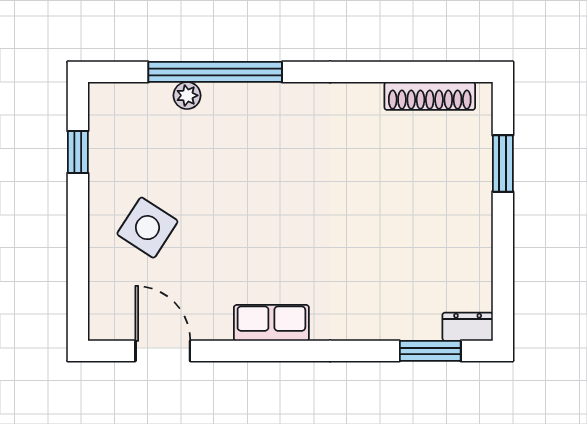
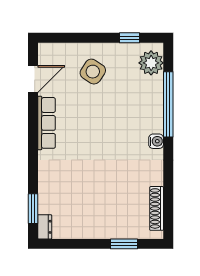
plant: (187, 95) -> (151, 63), moved, width x1.88, depth x1.88
water cooler: (291, 97) -> (156, 141), added
row of seats: (271, 323) -> (47, 123), width x1.48

